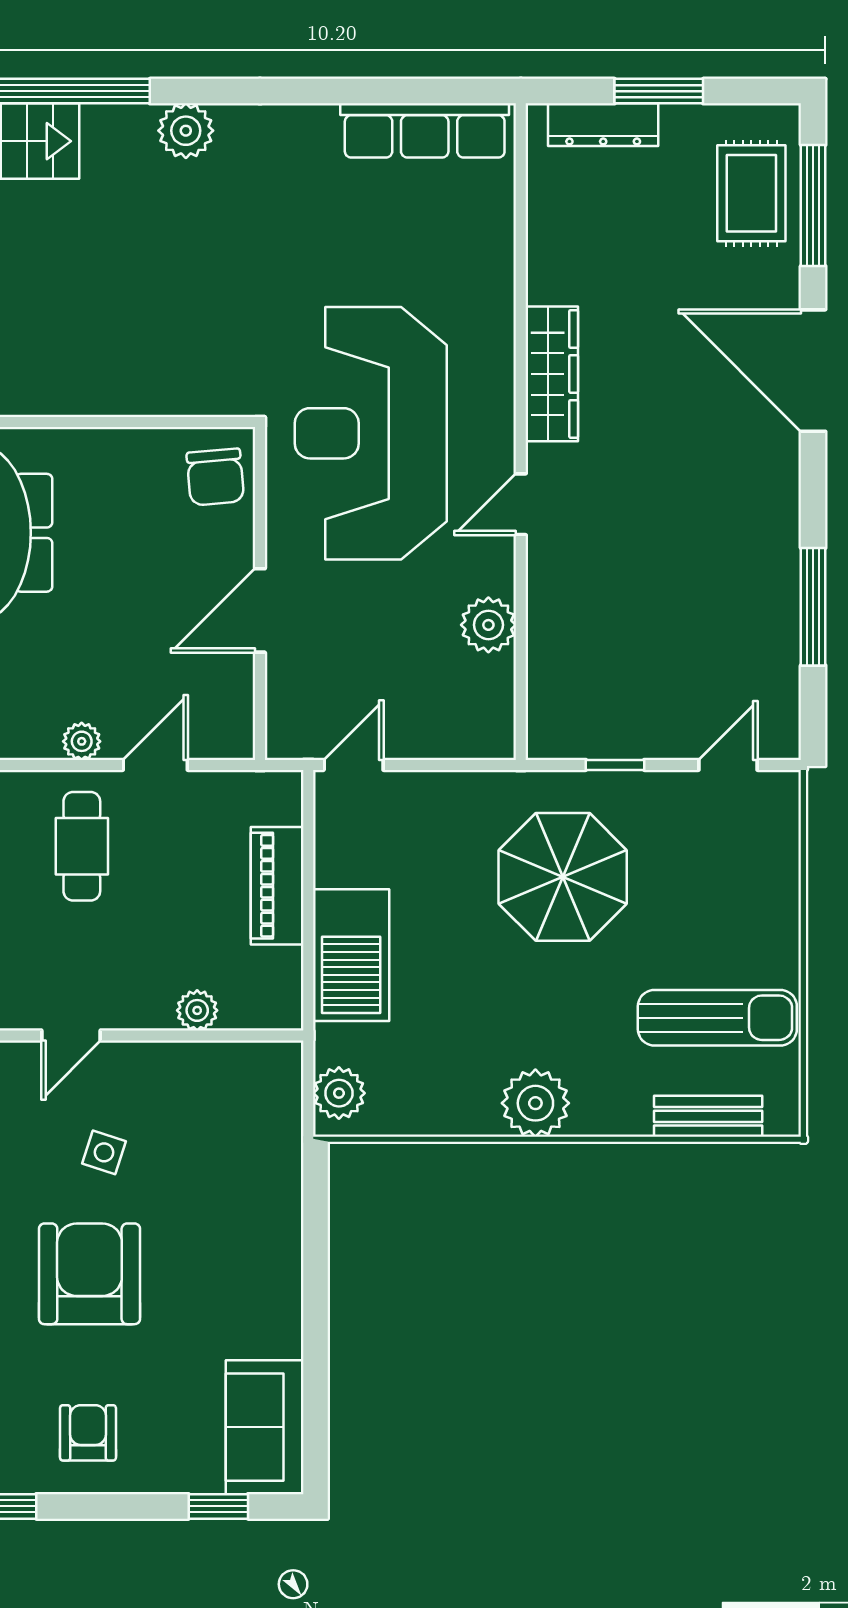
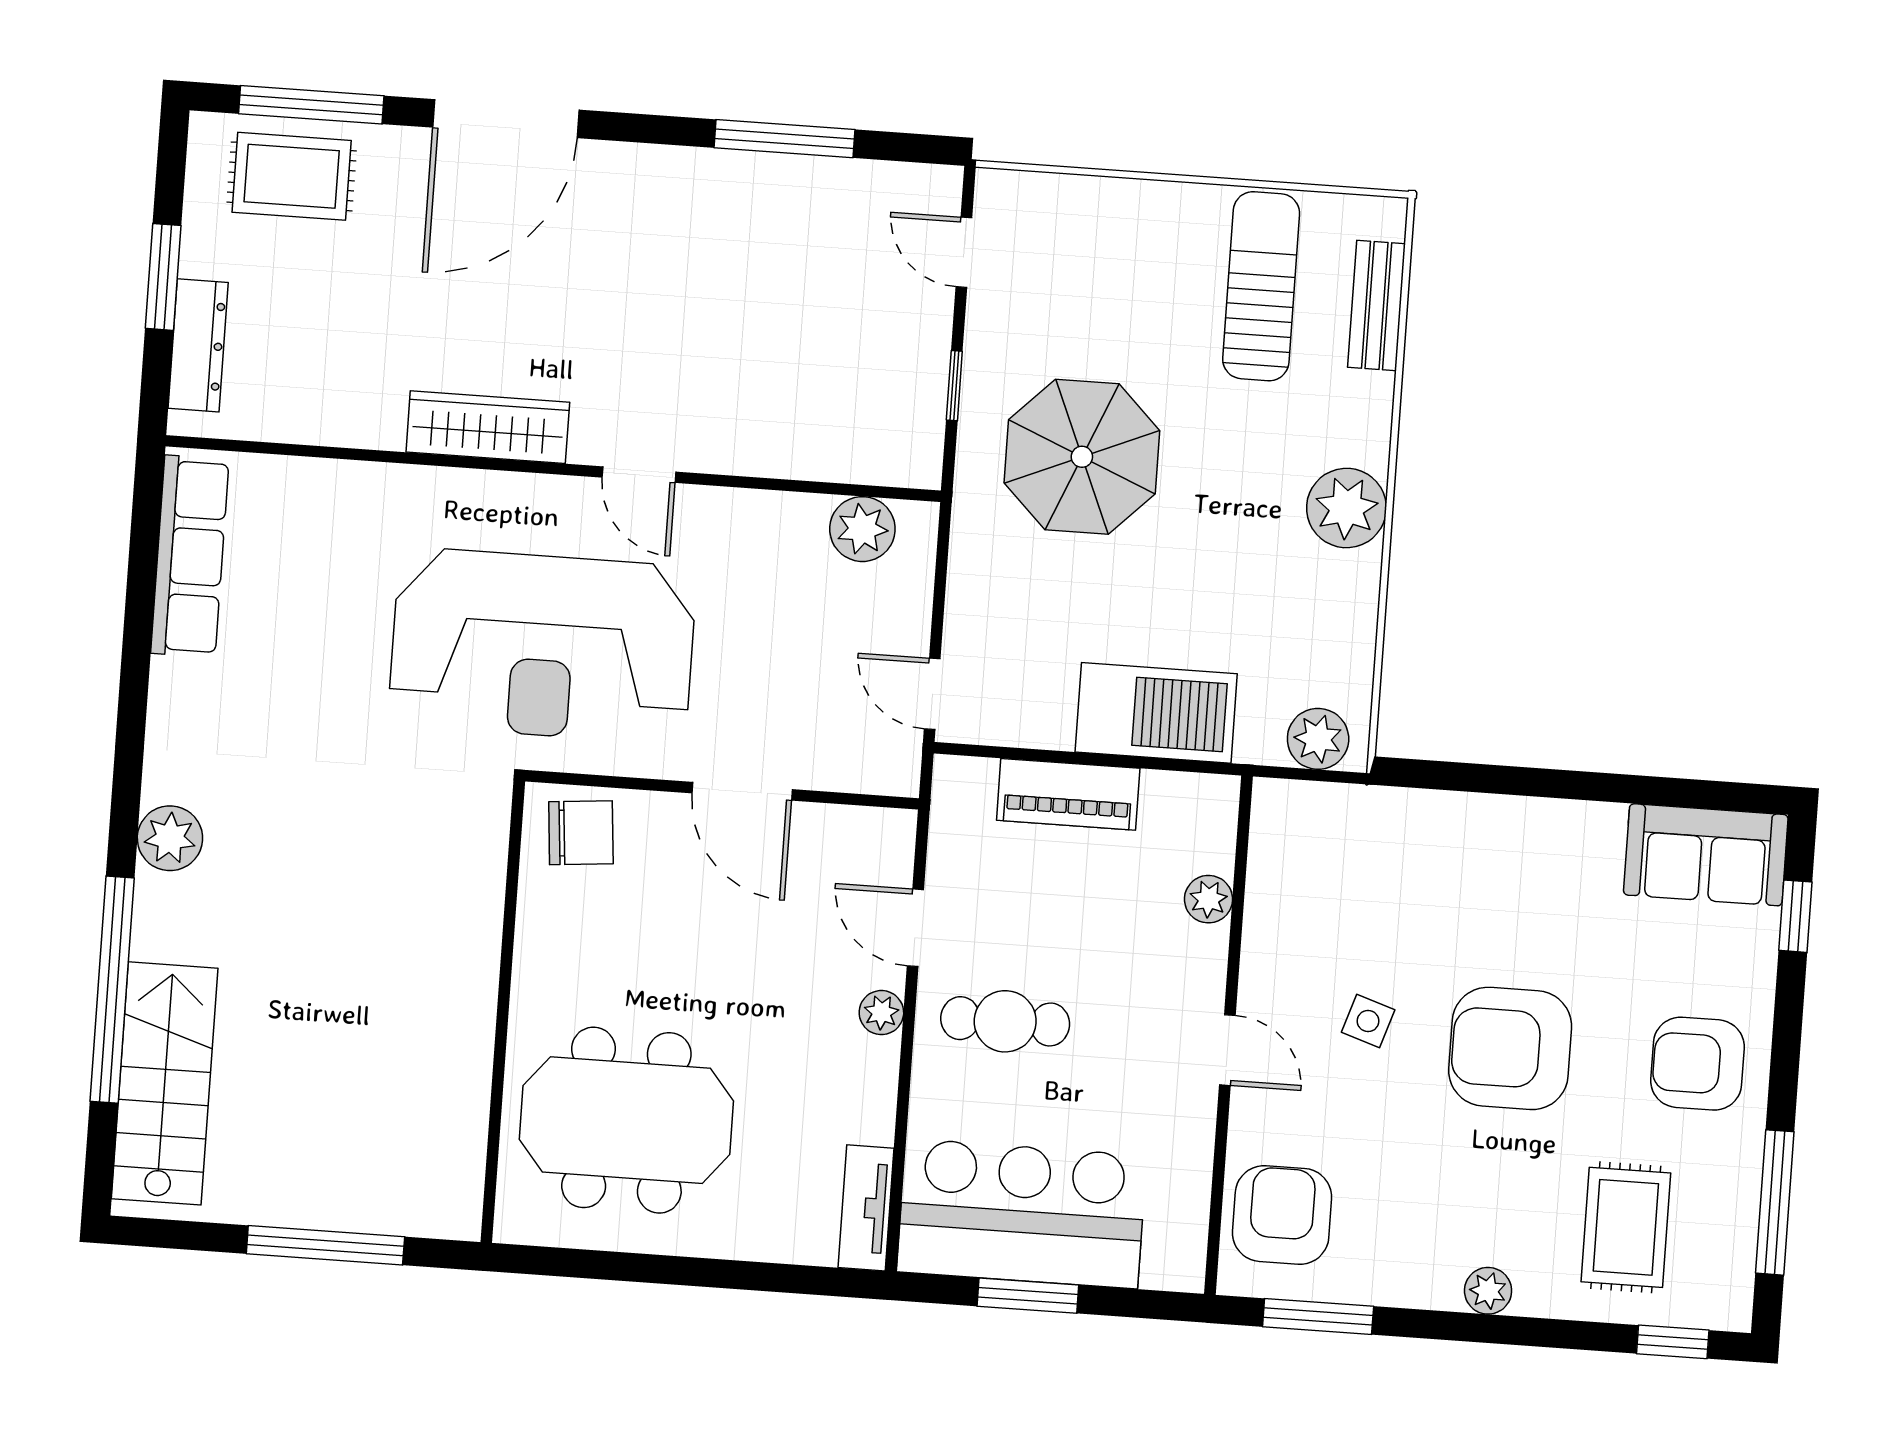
plant: (488, 625) -> (862, 529), moved
armchair: (88, 1433) -> (1697, 1064), width x1.38, depth x1.38

